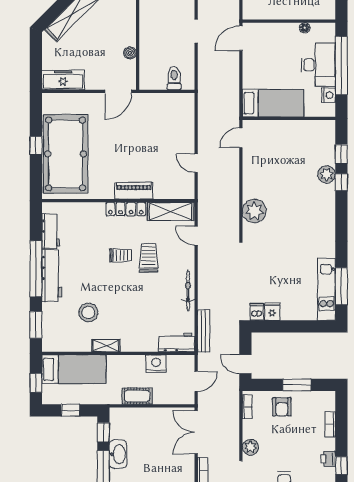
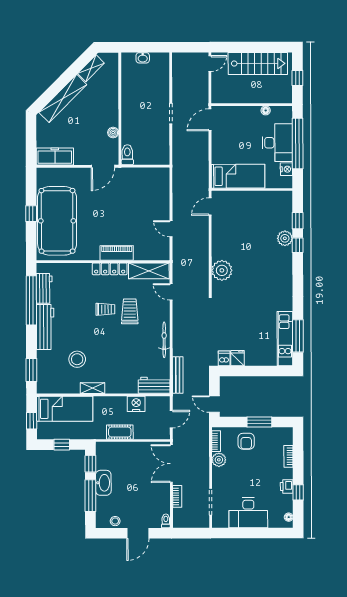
toilet: (174, 78) -> (127, 155), moved
window: (36, 269) -> (31, 300), moved
plant: (251, 447) -> (219, 460), moved

